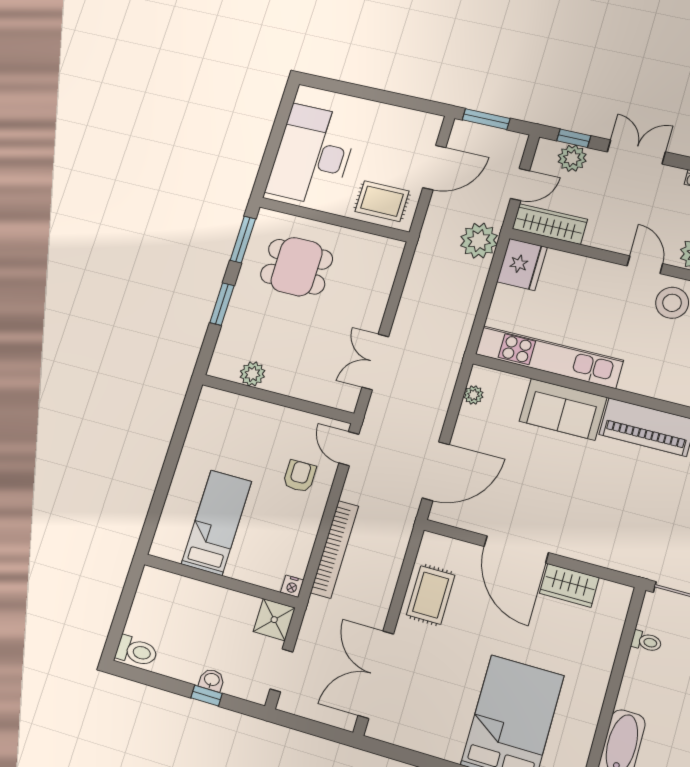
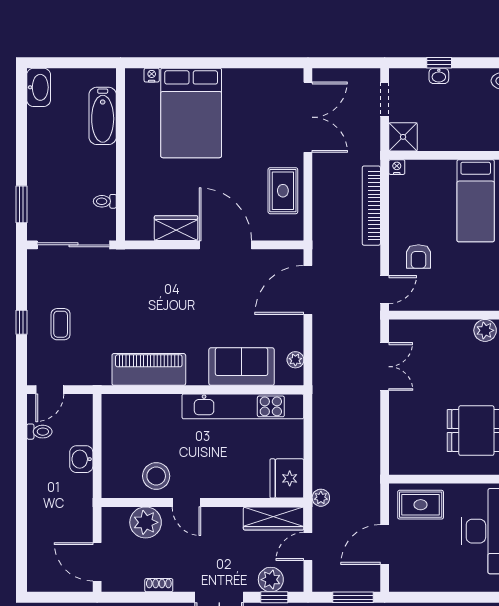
plant: (479, 241) -> (321, 498), width x0.53, depth x0.53
sofa: (563, 409) -> (242, 367), moved
door: (349, 449) -> (385, 290), hinge flipped

